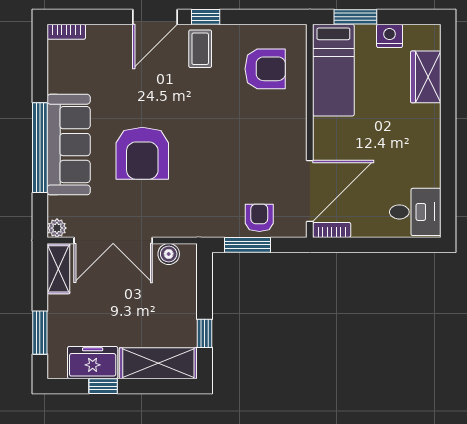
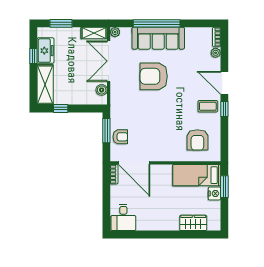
plant: (97, 34) -> (216, 53), added
nightstand: (390, 36) -> (214, 194), moved

